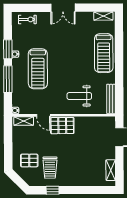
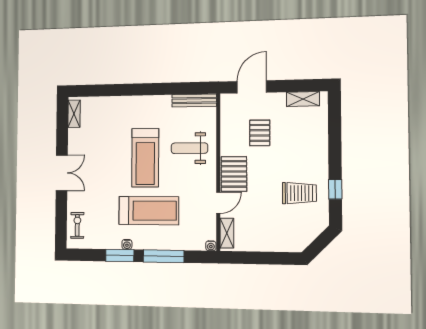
treadmill: (104, 53) -> (145, 158), moved, turned 90
weight bench: (79, 96) -> (189, 148), turned 90
pallet: (29, 160) -> (260, 133), moved

